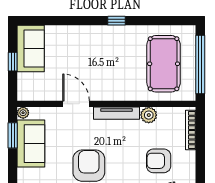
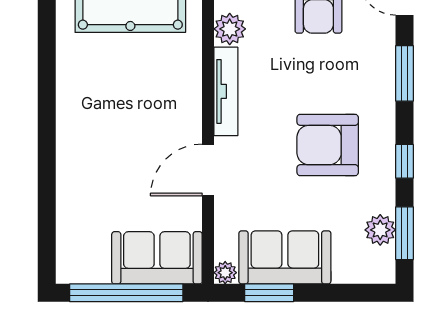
window: (116, 21) -> (47, 92), removed
sofa: (31, 49) -> (157, 258), moved
window: (13, 62) -> (126, 293), width x3.17

